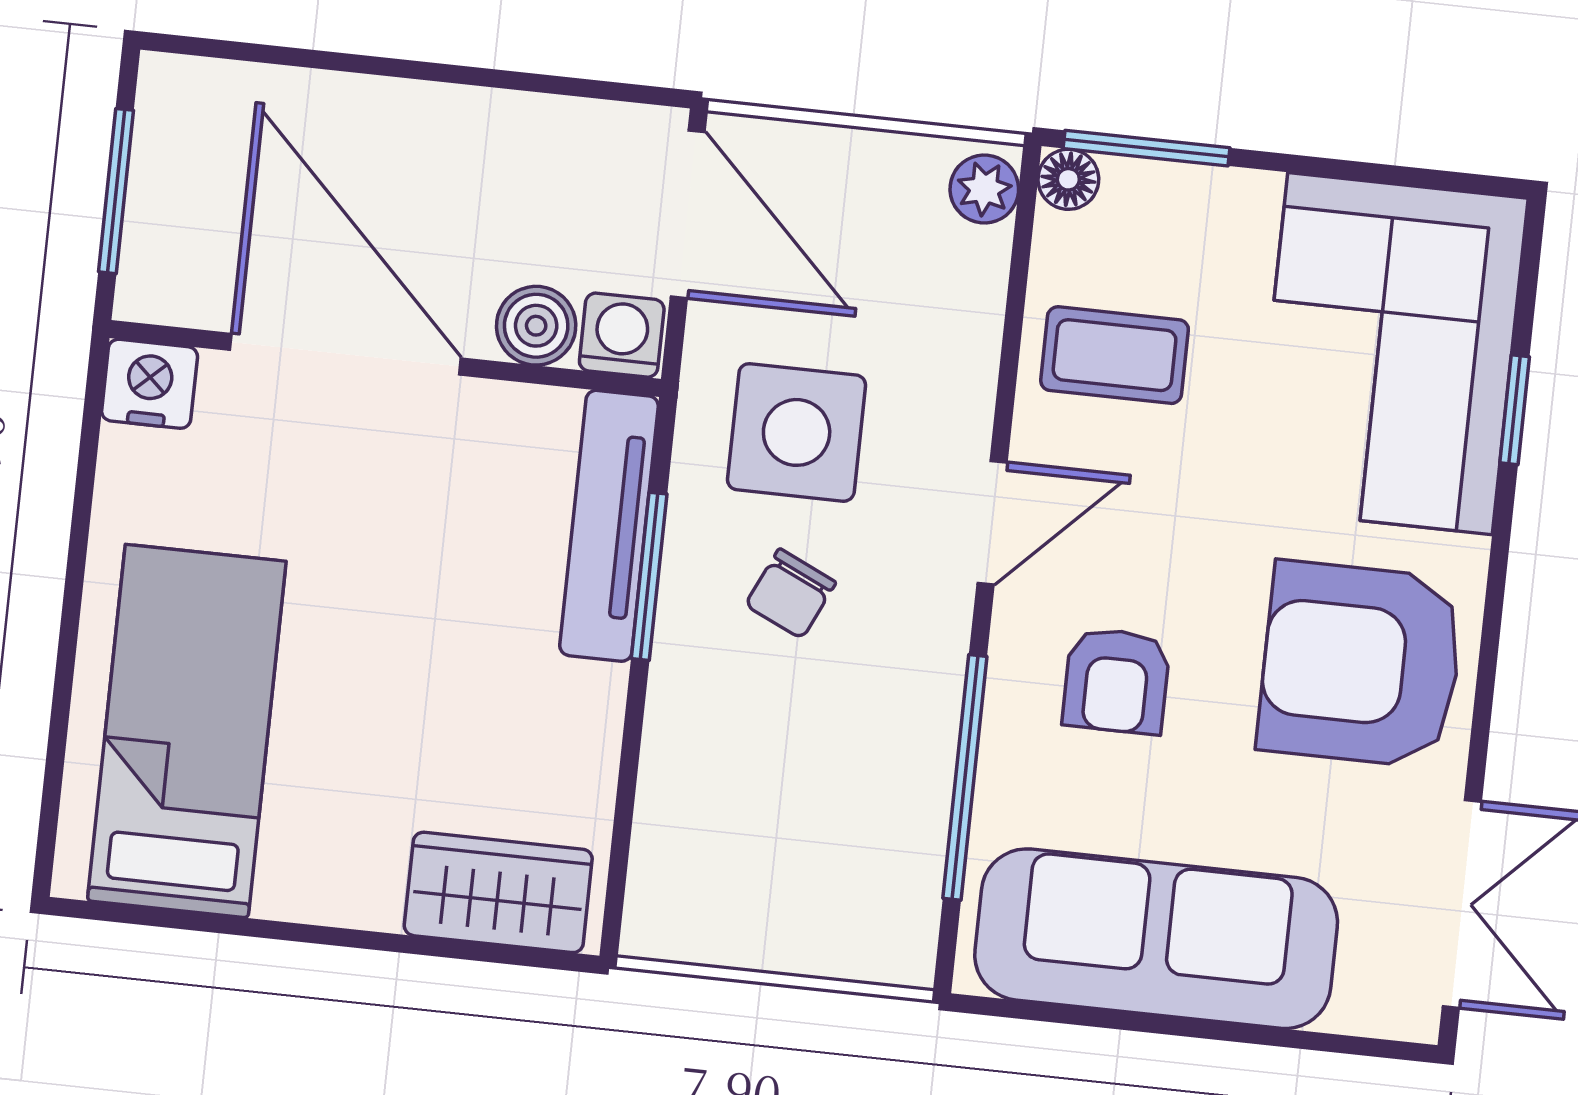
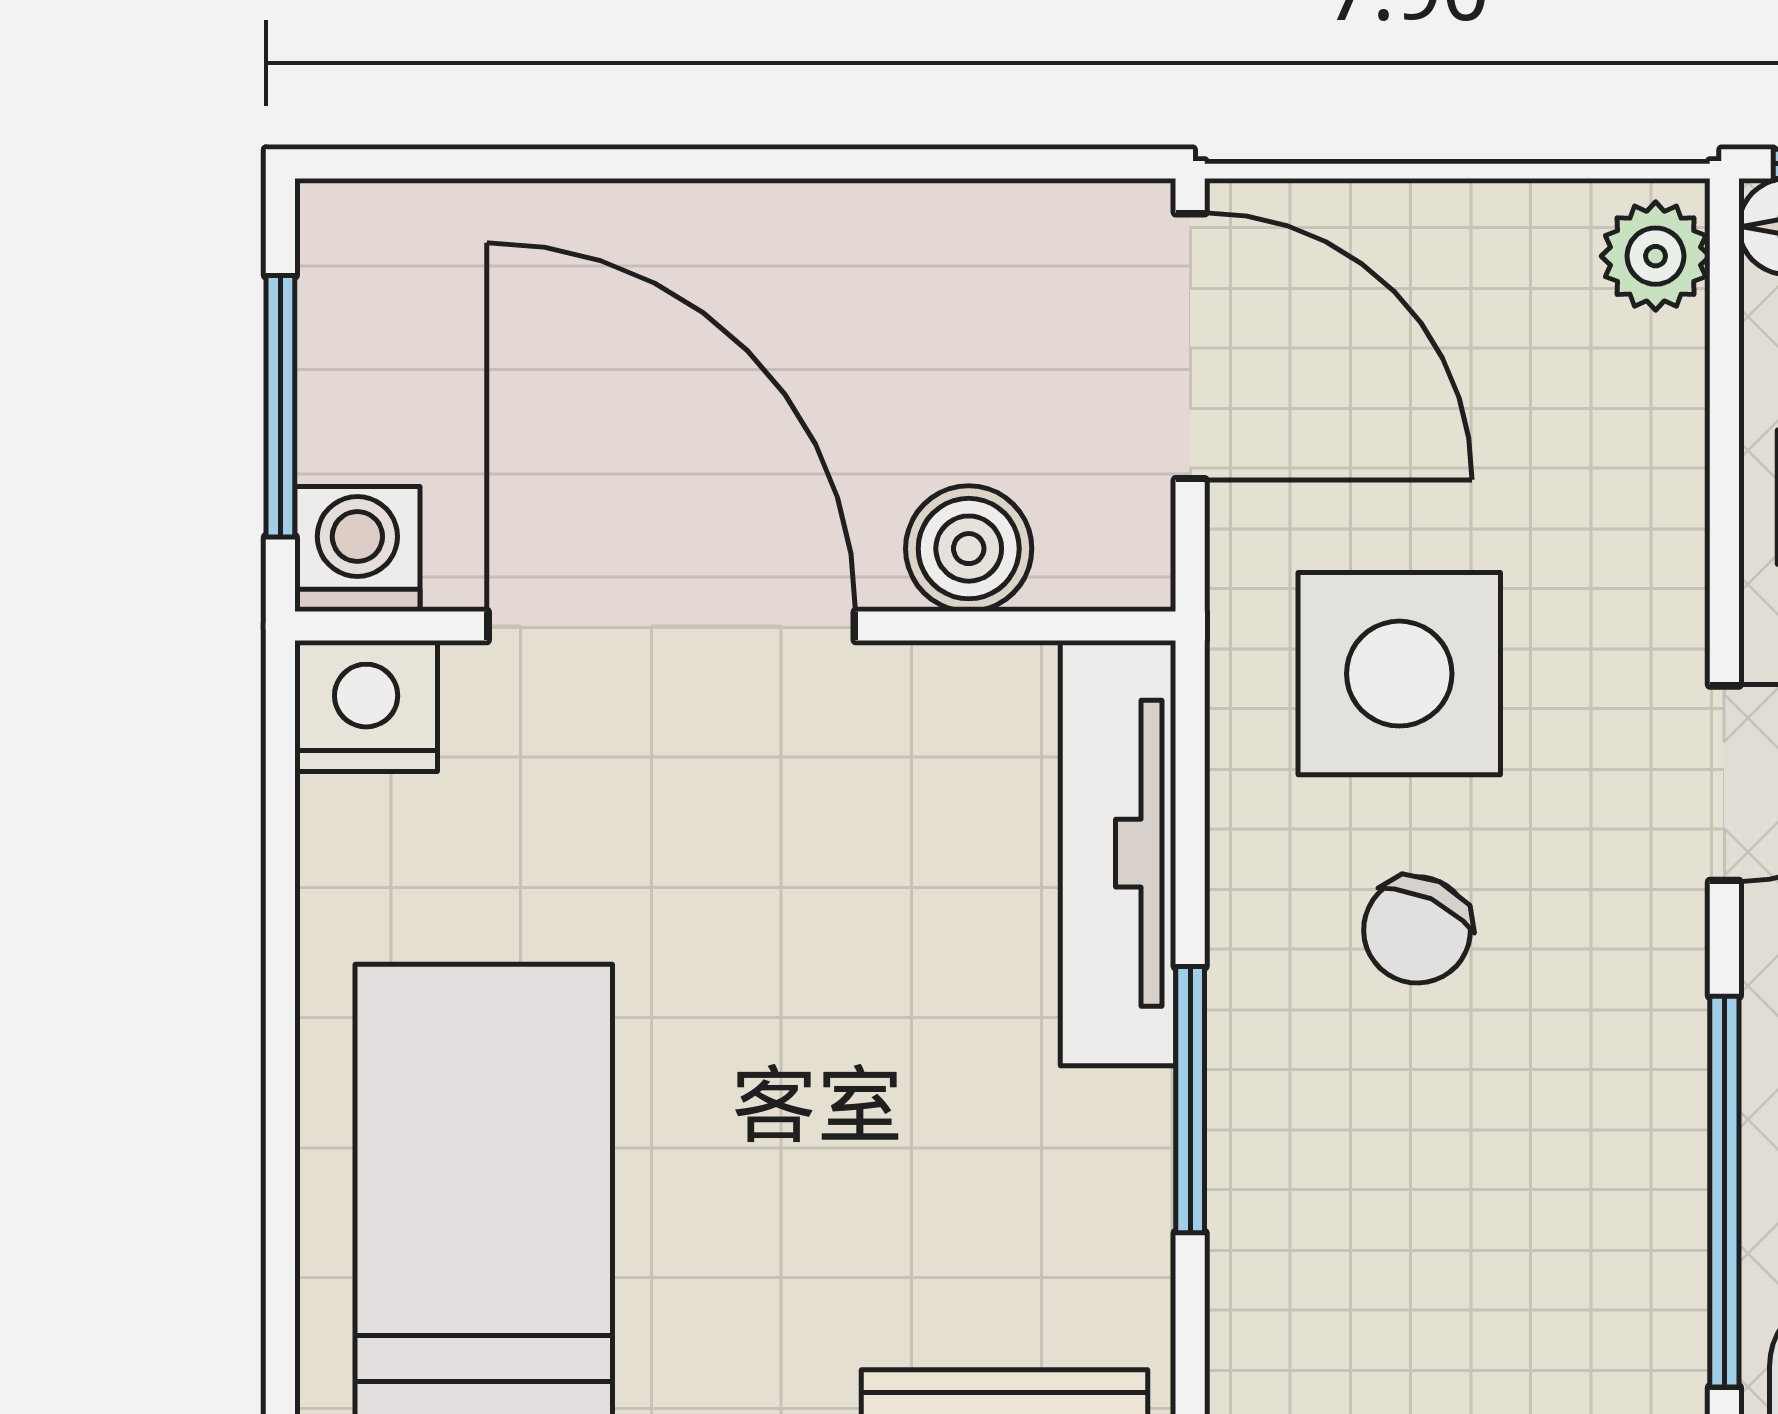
washing machine: (622, 335) -> (357, 549), moved
window: (649, 576) -> (1190, 1100), moved

